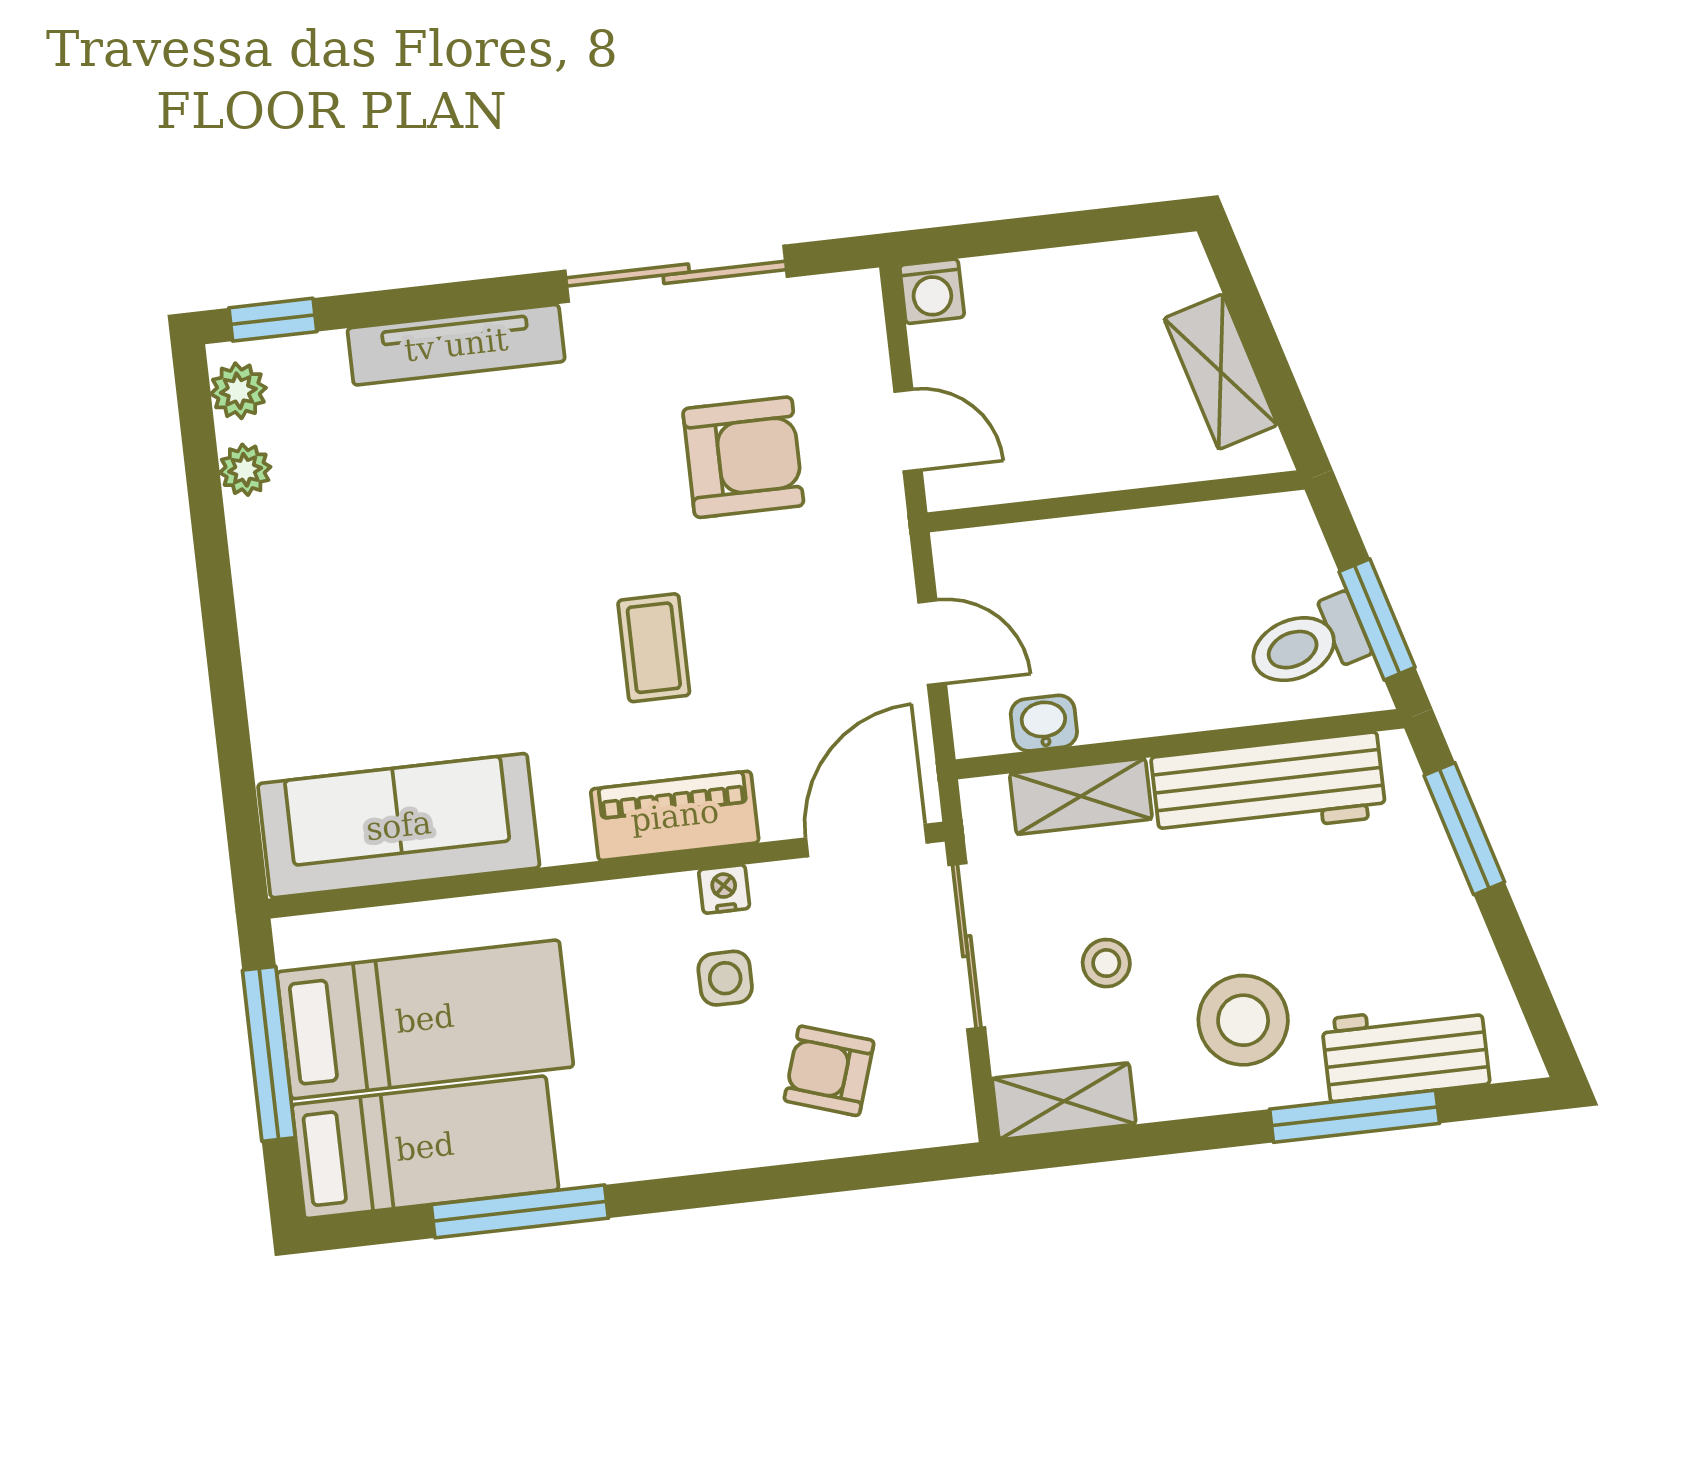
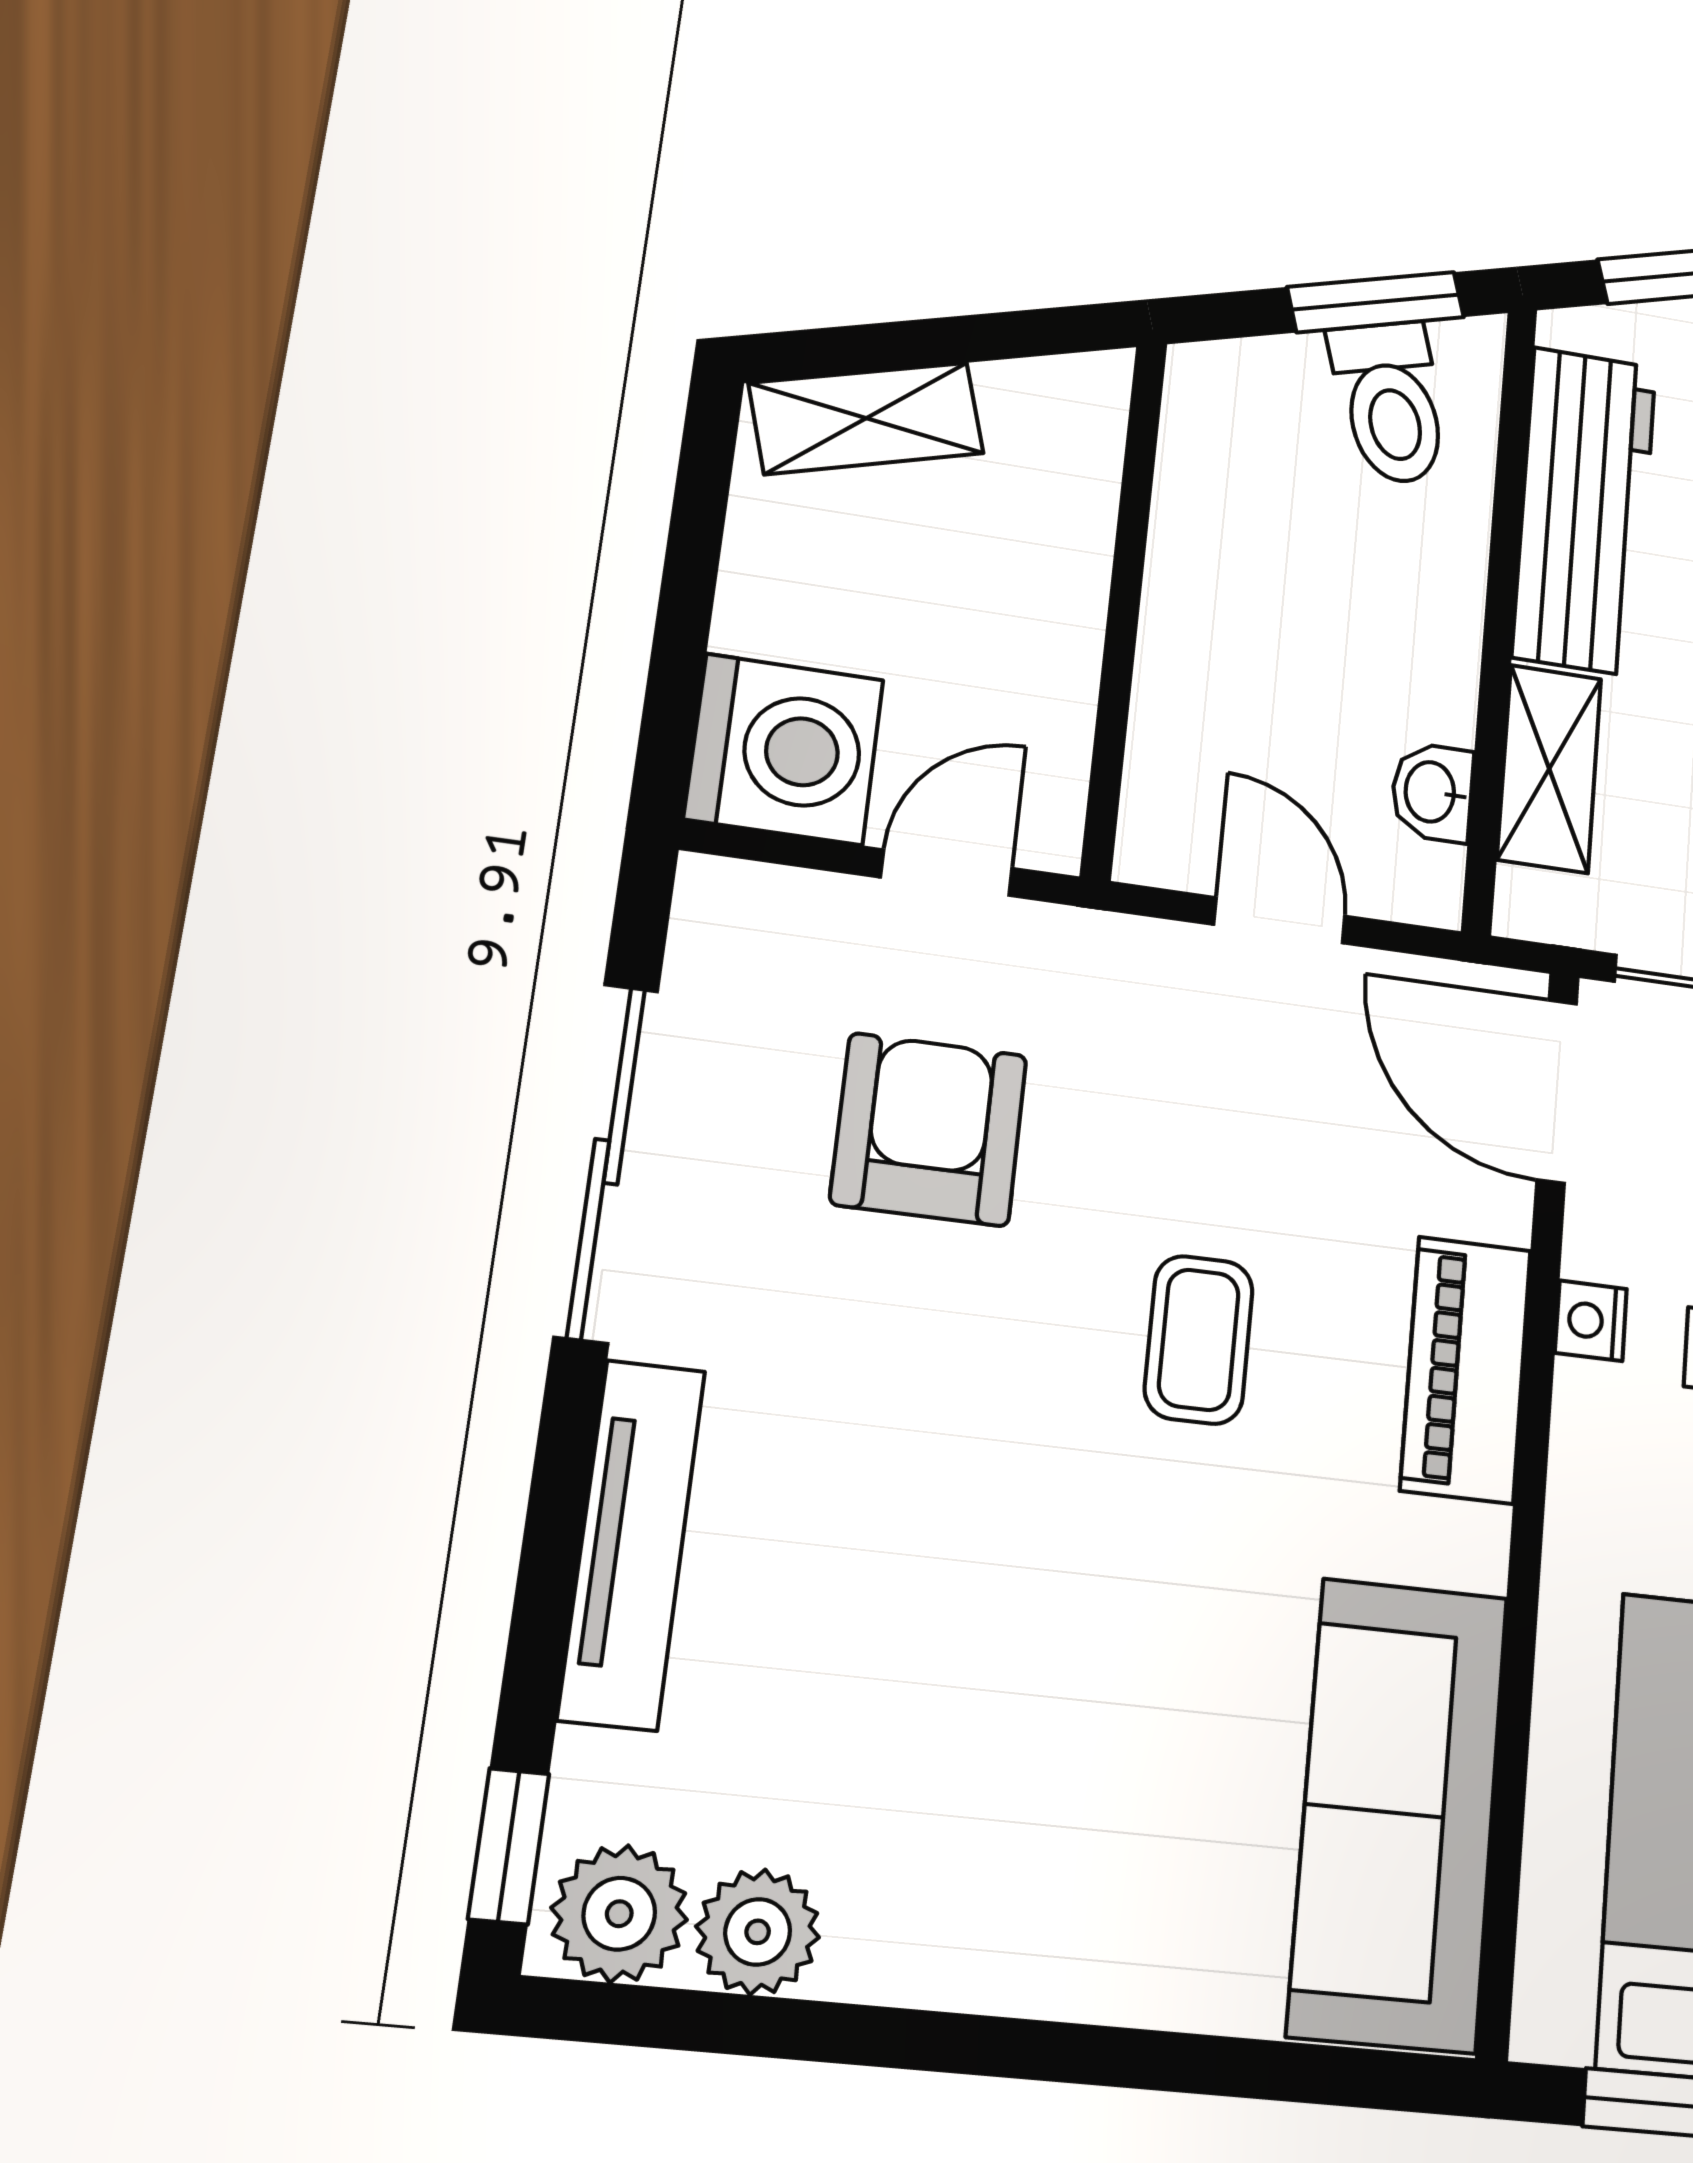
washing machine: (932, 291) -> (784, 749), width x1.89, depth x1.89
shelving: (1221, 372) -> (866, 418), moved
plant: (238, 391) -> (619, 1914), width x1.38, depth x1.38
plant: (245, 470) -> (758, 1932), width x1.38, depth x1.38
door: (932, 643) -> (1279, 920), hinge flipped
coffee table: (654, 648) -> (1199, 1340), turned 90

